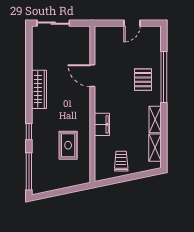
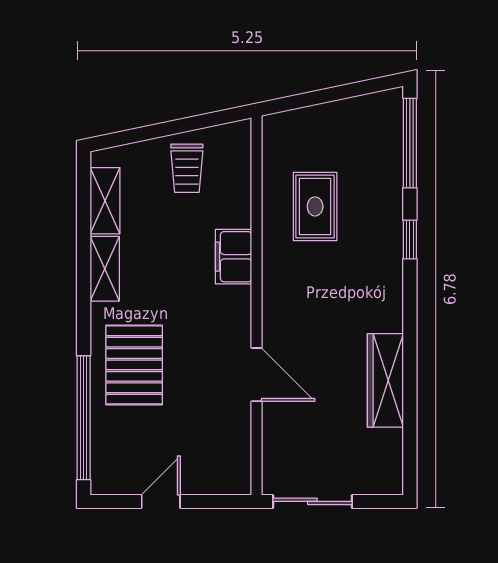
sliding door: (53, 23) -> (312, 501), moved
window: (164, 77) -> (84, 418), moved
pallet: (143, 80) -> (134, 365), width x1.50, depth x1.42
wardrobe: (39, 89) -> (385, 380), moved

